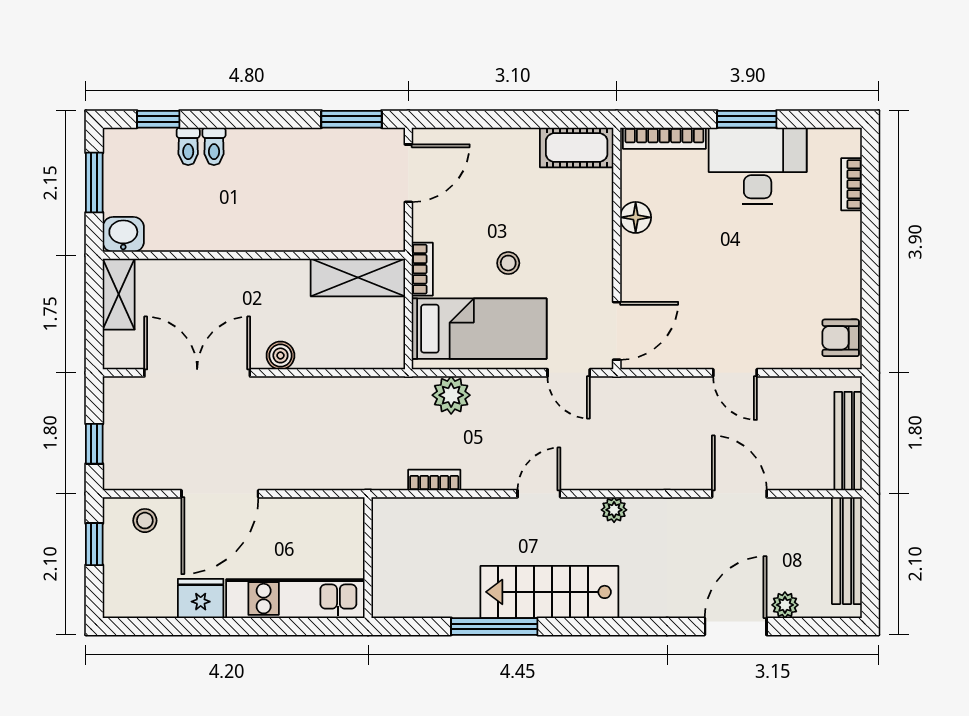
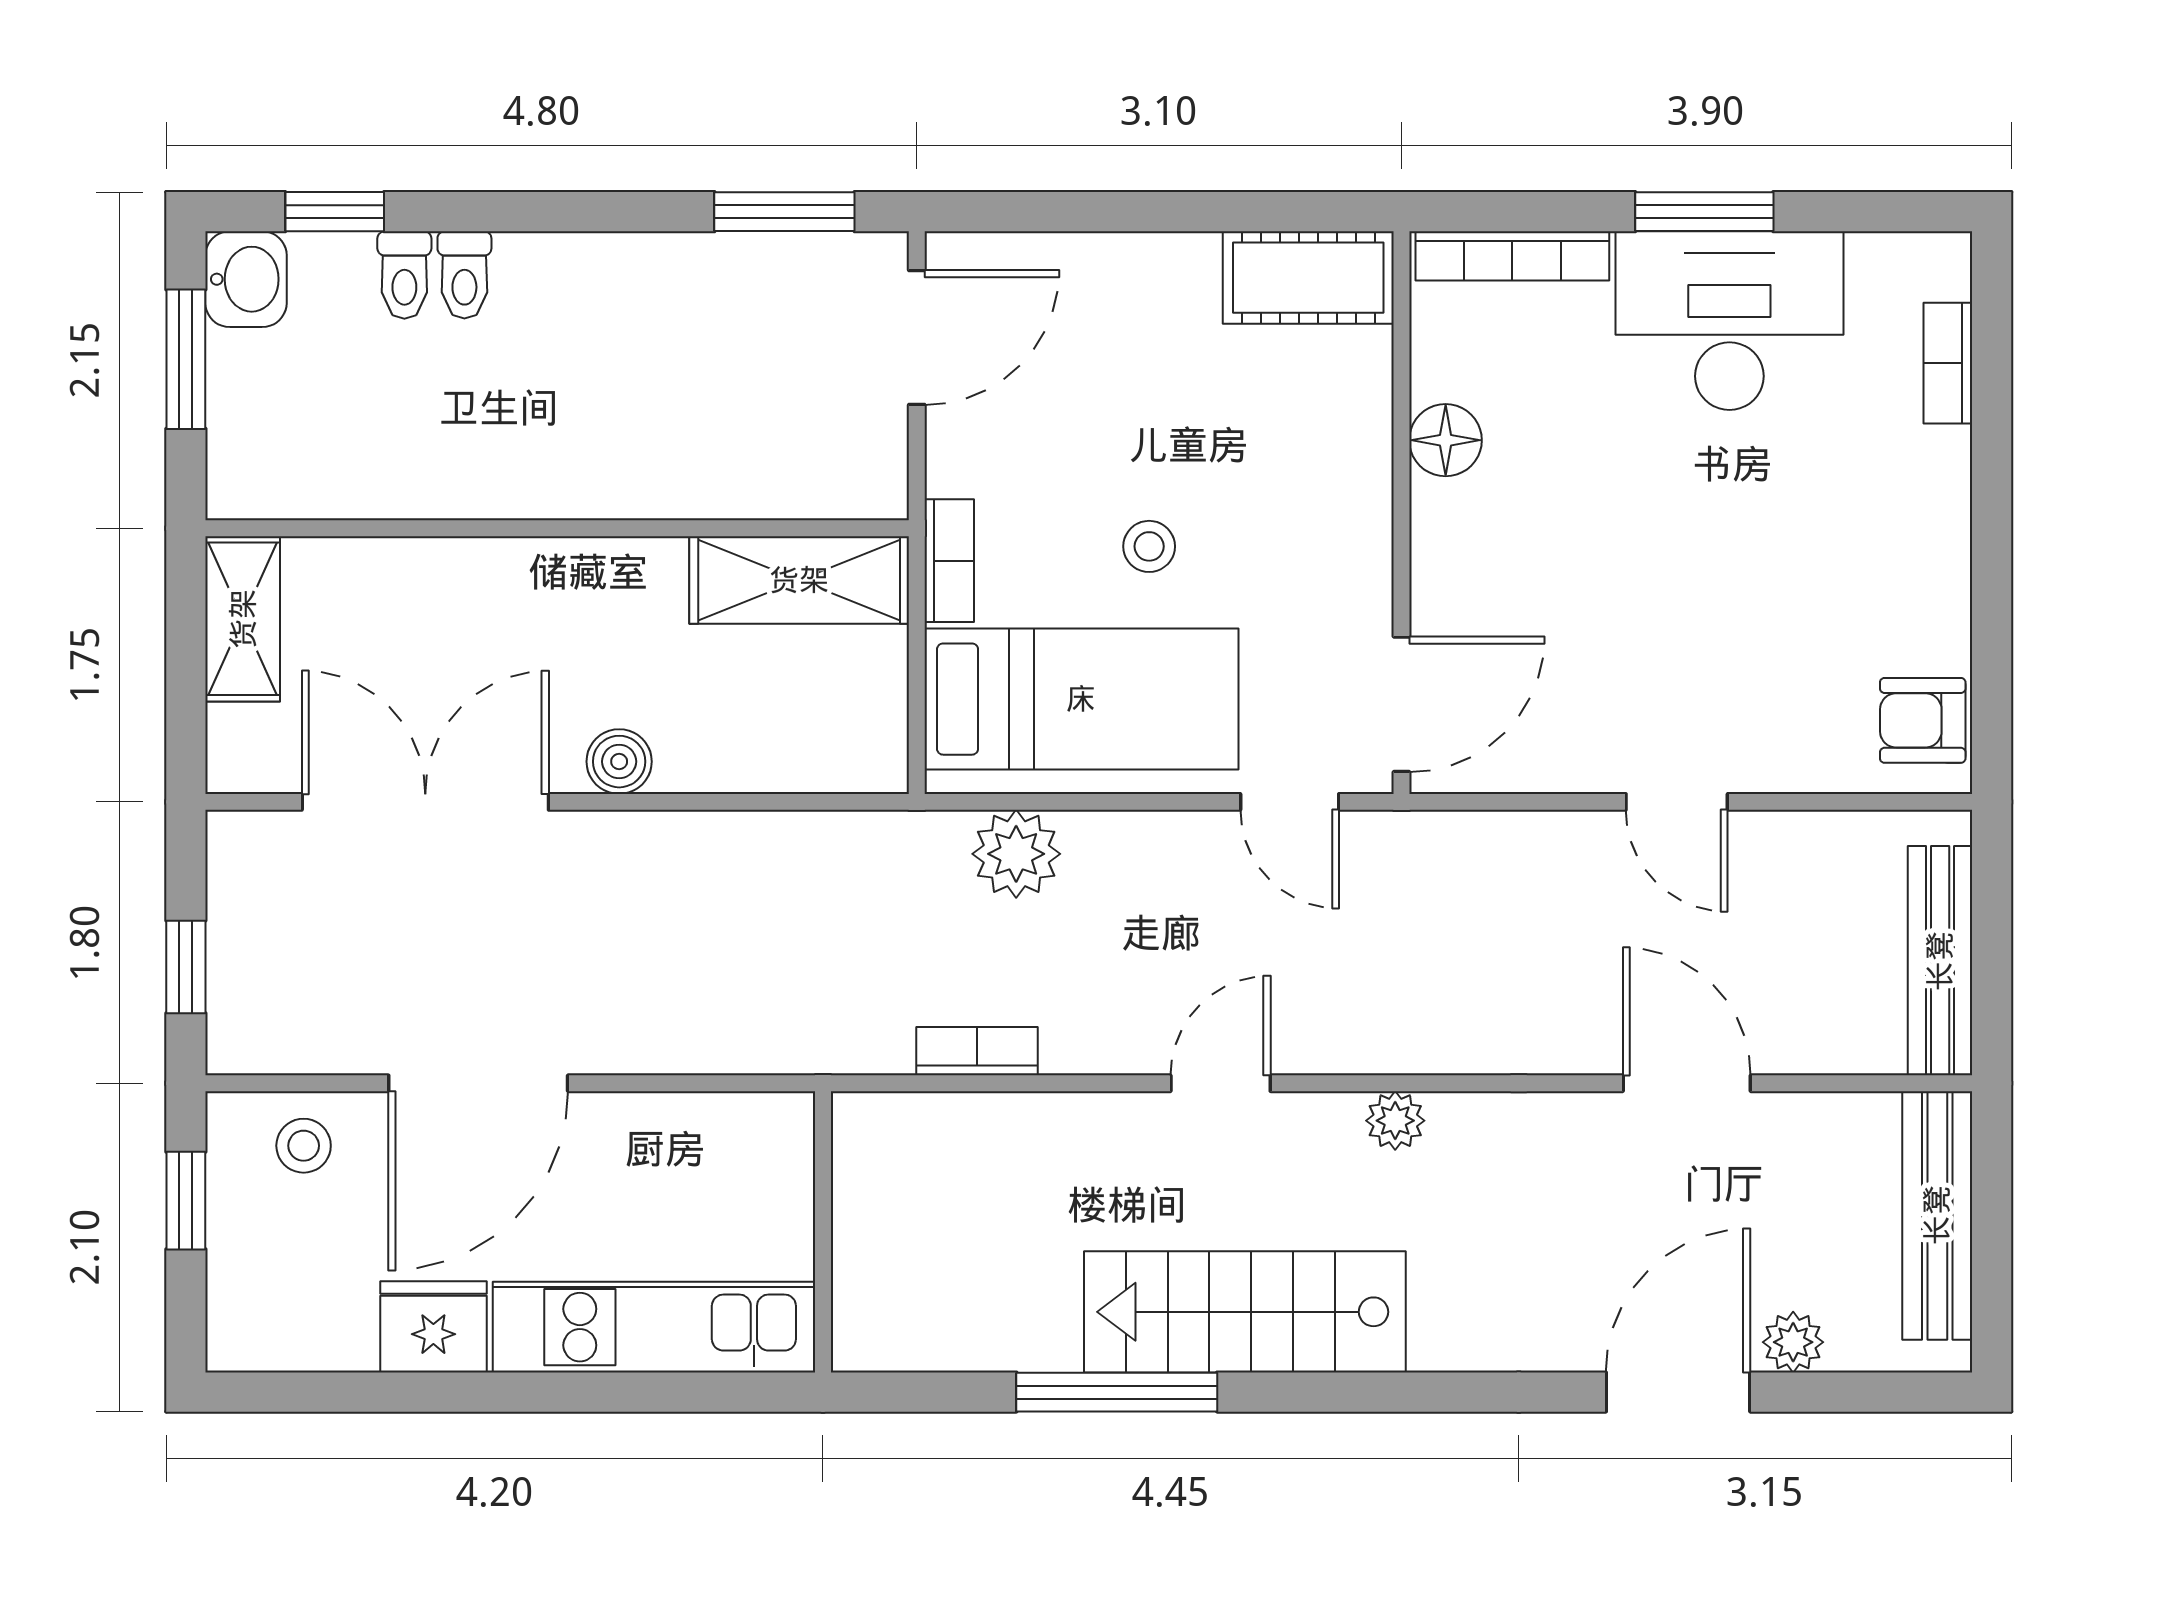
washbasin: (123, 234) -> (246, 279), moved, turned 90

